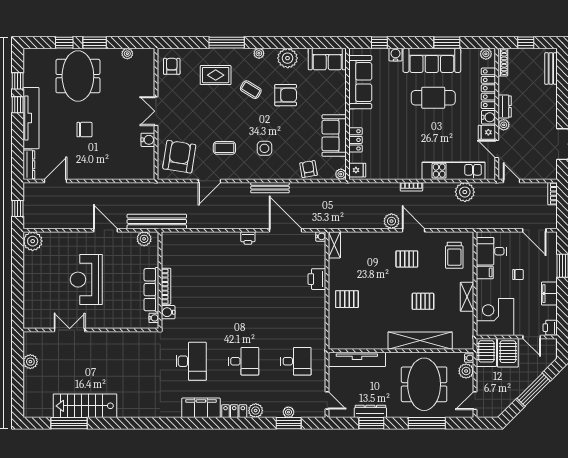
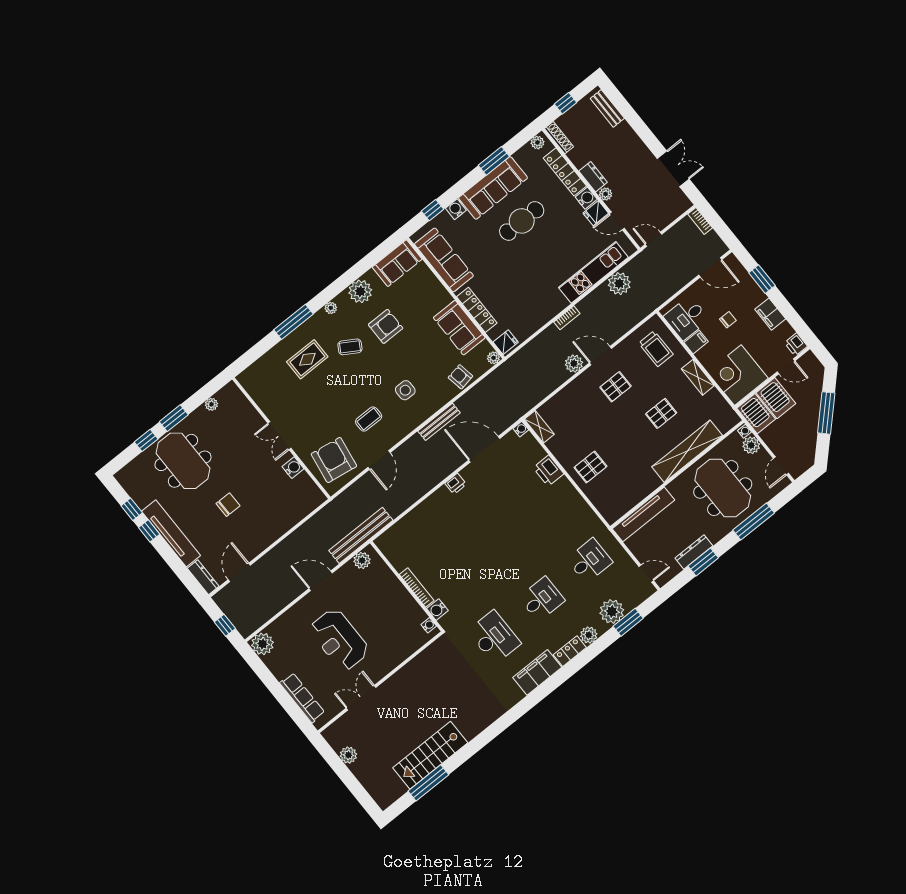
armchair: (172, 66) -> (261, 383), removed
locker: (355, 140) -> (477, 310), width x1.53
row of seats: (151, 290) -> (302, 698), moved, turned 180
plant: (288, 412) -> (612, 612), width x1.88, depth x1.88

